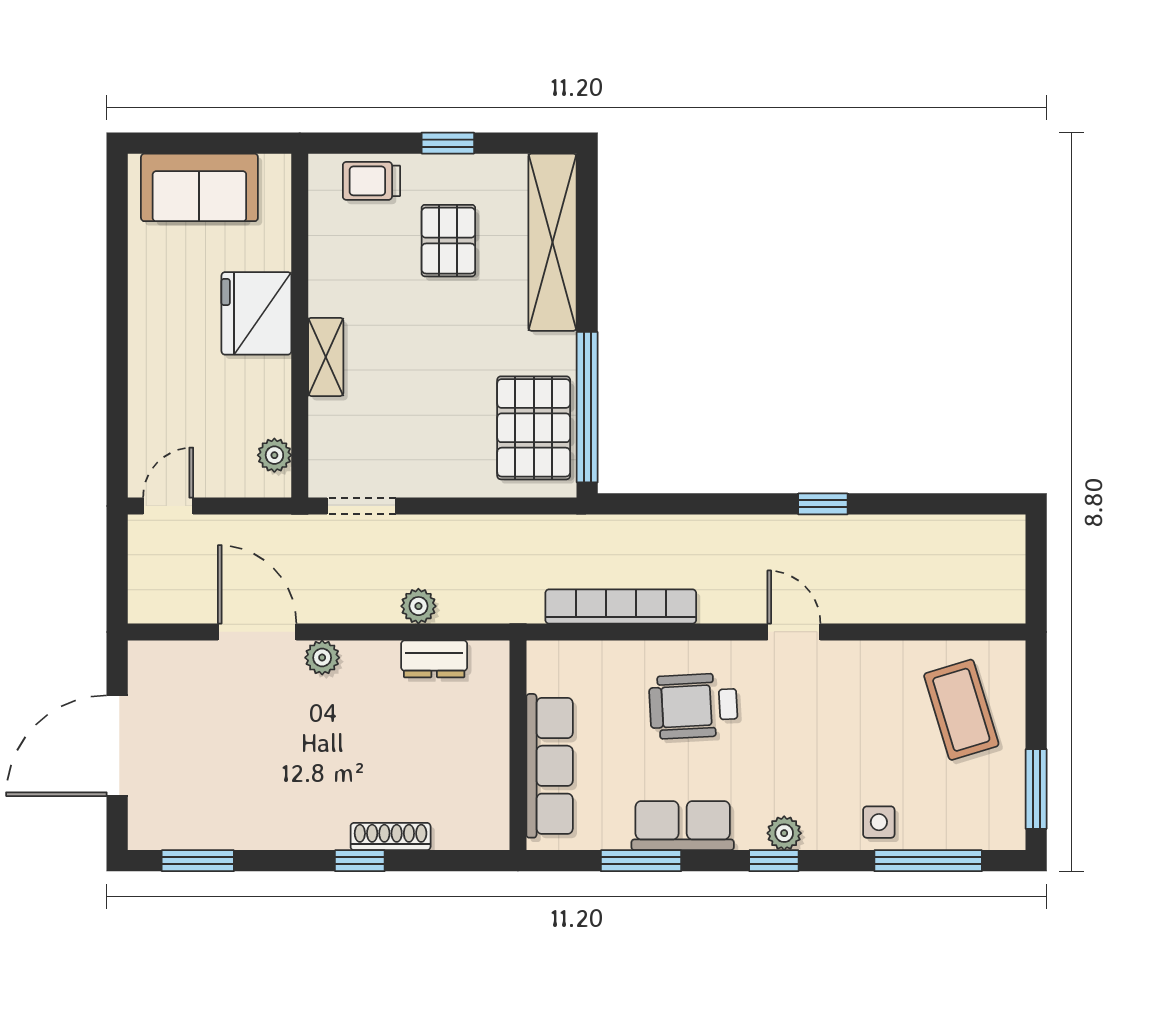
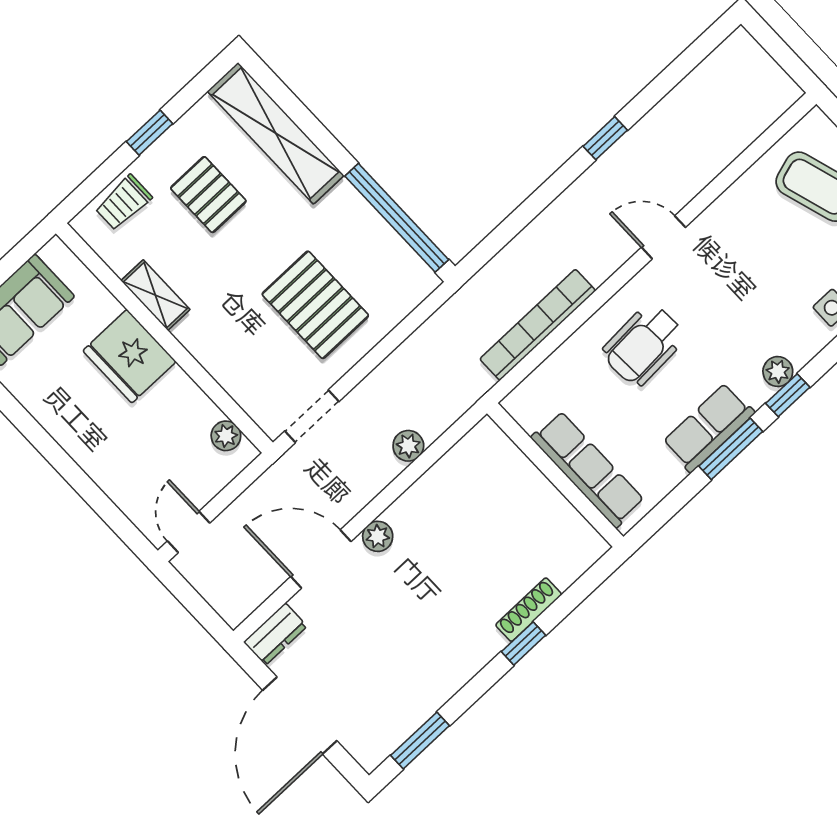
shelving: (326, 357) -> (155, 295), moved
pallet: (534, 428) -> (315, 305), moved
dresser: (434, 659) -> (275, 634), moved
window: (641, 861) -> (731, 449), moved

